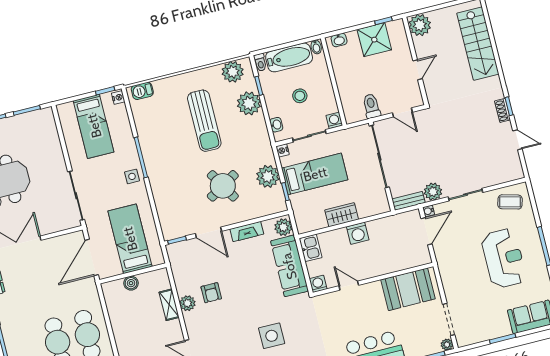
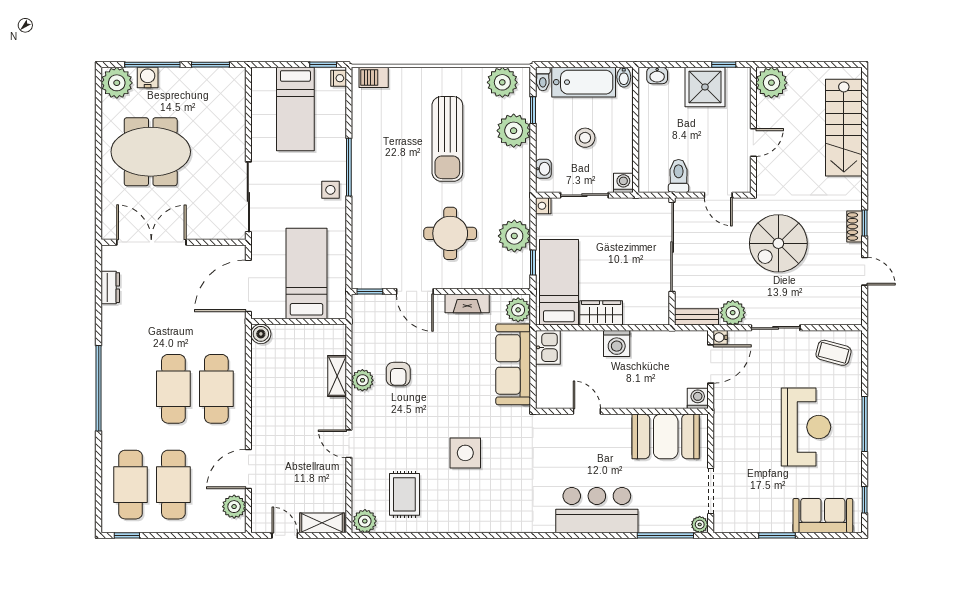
spiral stairs: (453, 135) -> (778, 243), added
bed: (315, 174) -> (559, 282), moved, turned -90
round table: (223, 186) -> (450, 233), turned 31
boiler: (131, 283) -> (261, 334), moved
washing machine: (318, 284) -> (698, 398), moved

